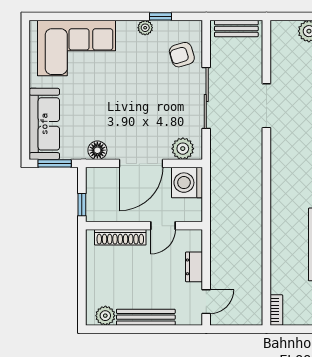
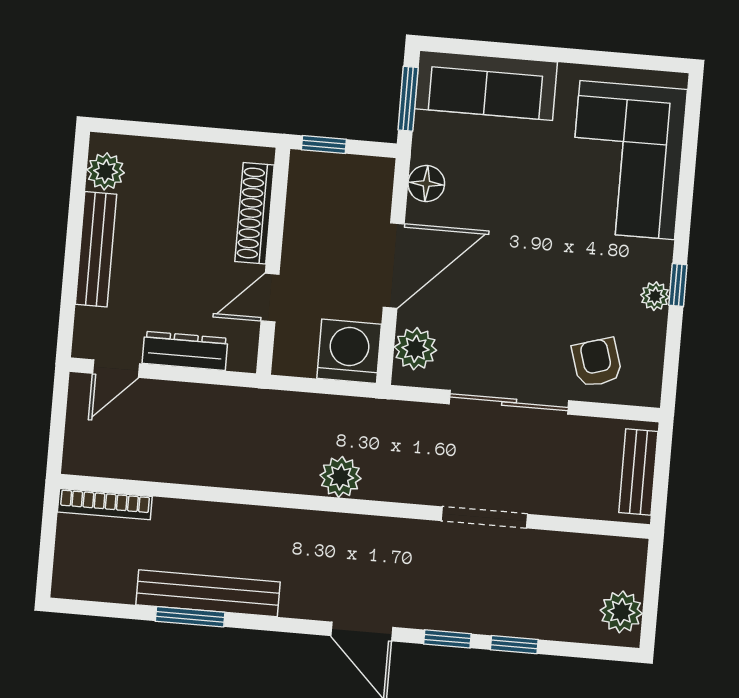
window: (160, 16) -> (678, 285), moved
door: (141, 163) -> (394, 266), swing flipped
plant: (252, 181) -> (340, 477), added
door: (163, 226) -> (270, 298), hinge flipped
dresser: (194, 267) -> (185, 351), width x1.44
door: (206, 302) -> (116, 369), hinge flipped
bookcase: (276, 310) -> (105, 504), width x1.56

